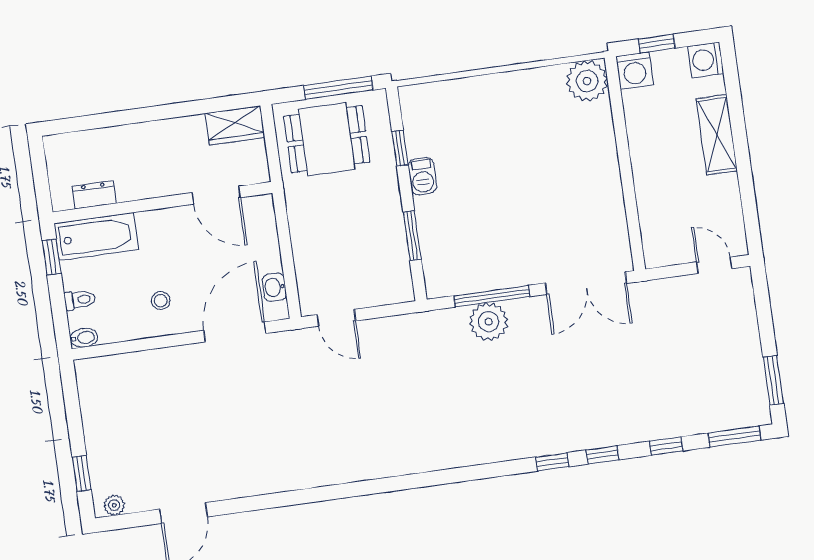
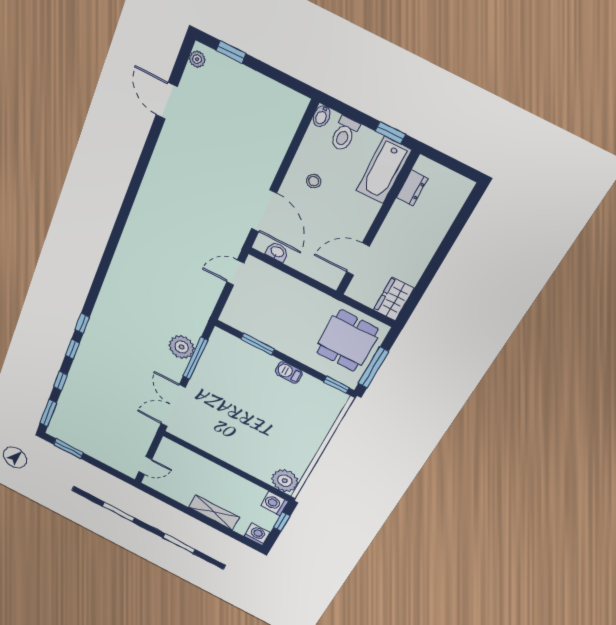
window: (400, 148) -> (336, 385), moved
toilet: (80, 300) -> (344, 134), width x1.37, depth x1.39

